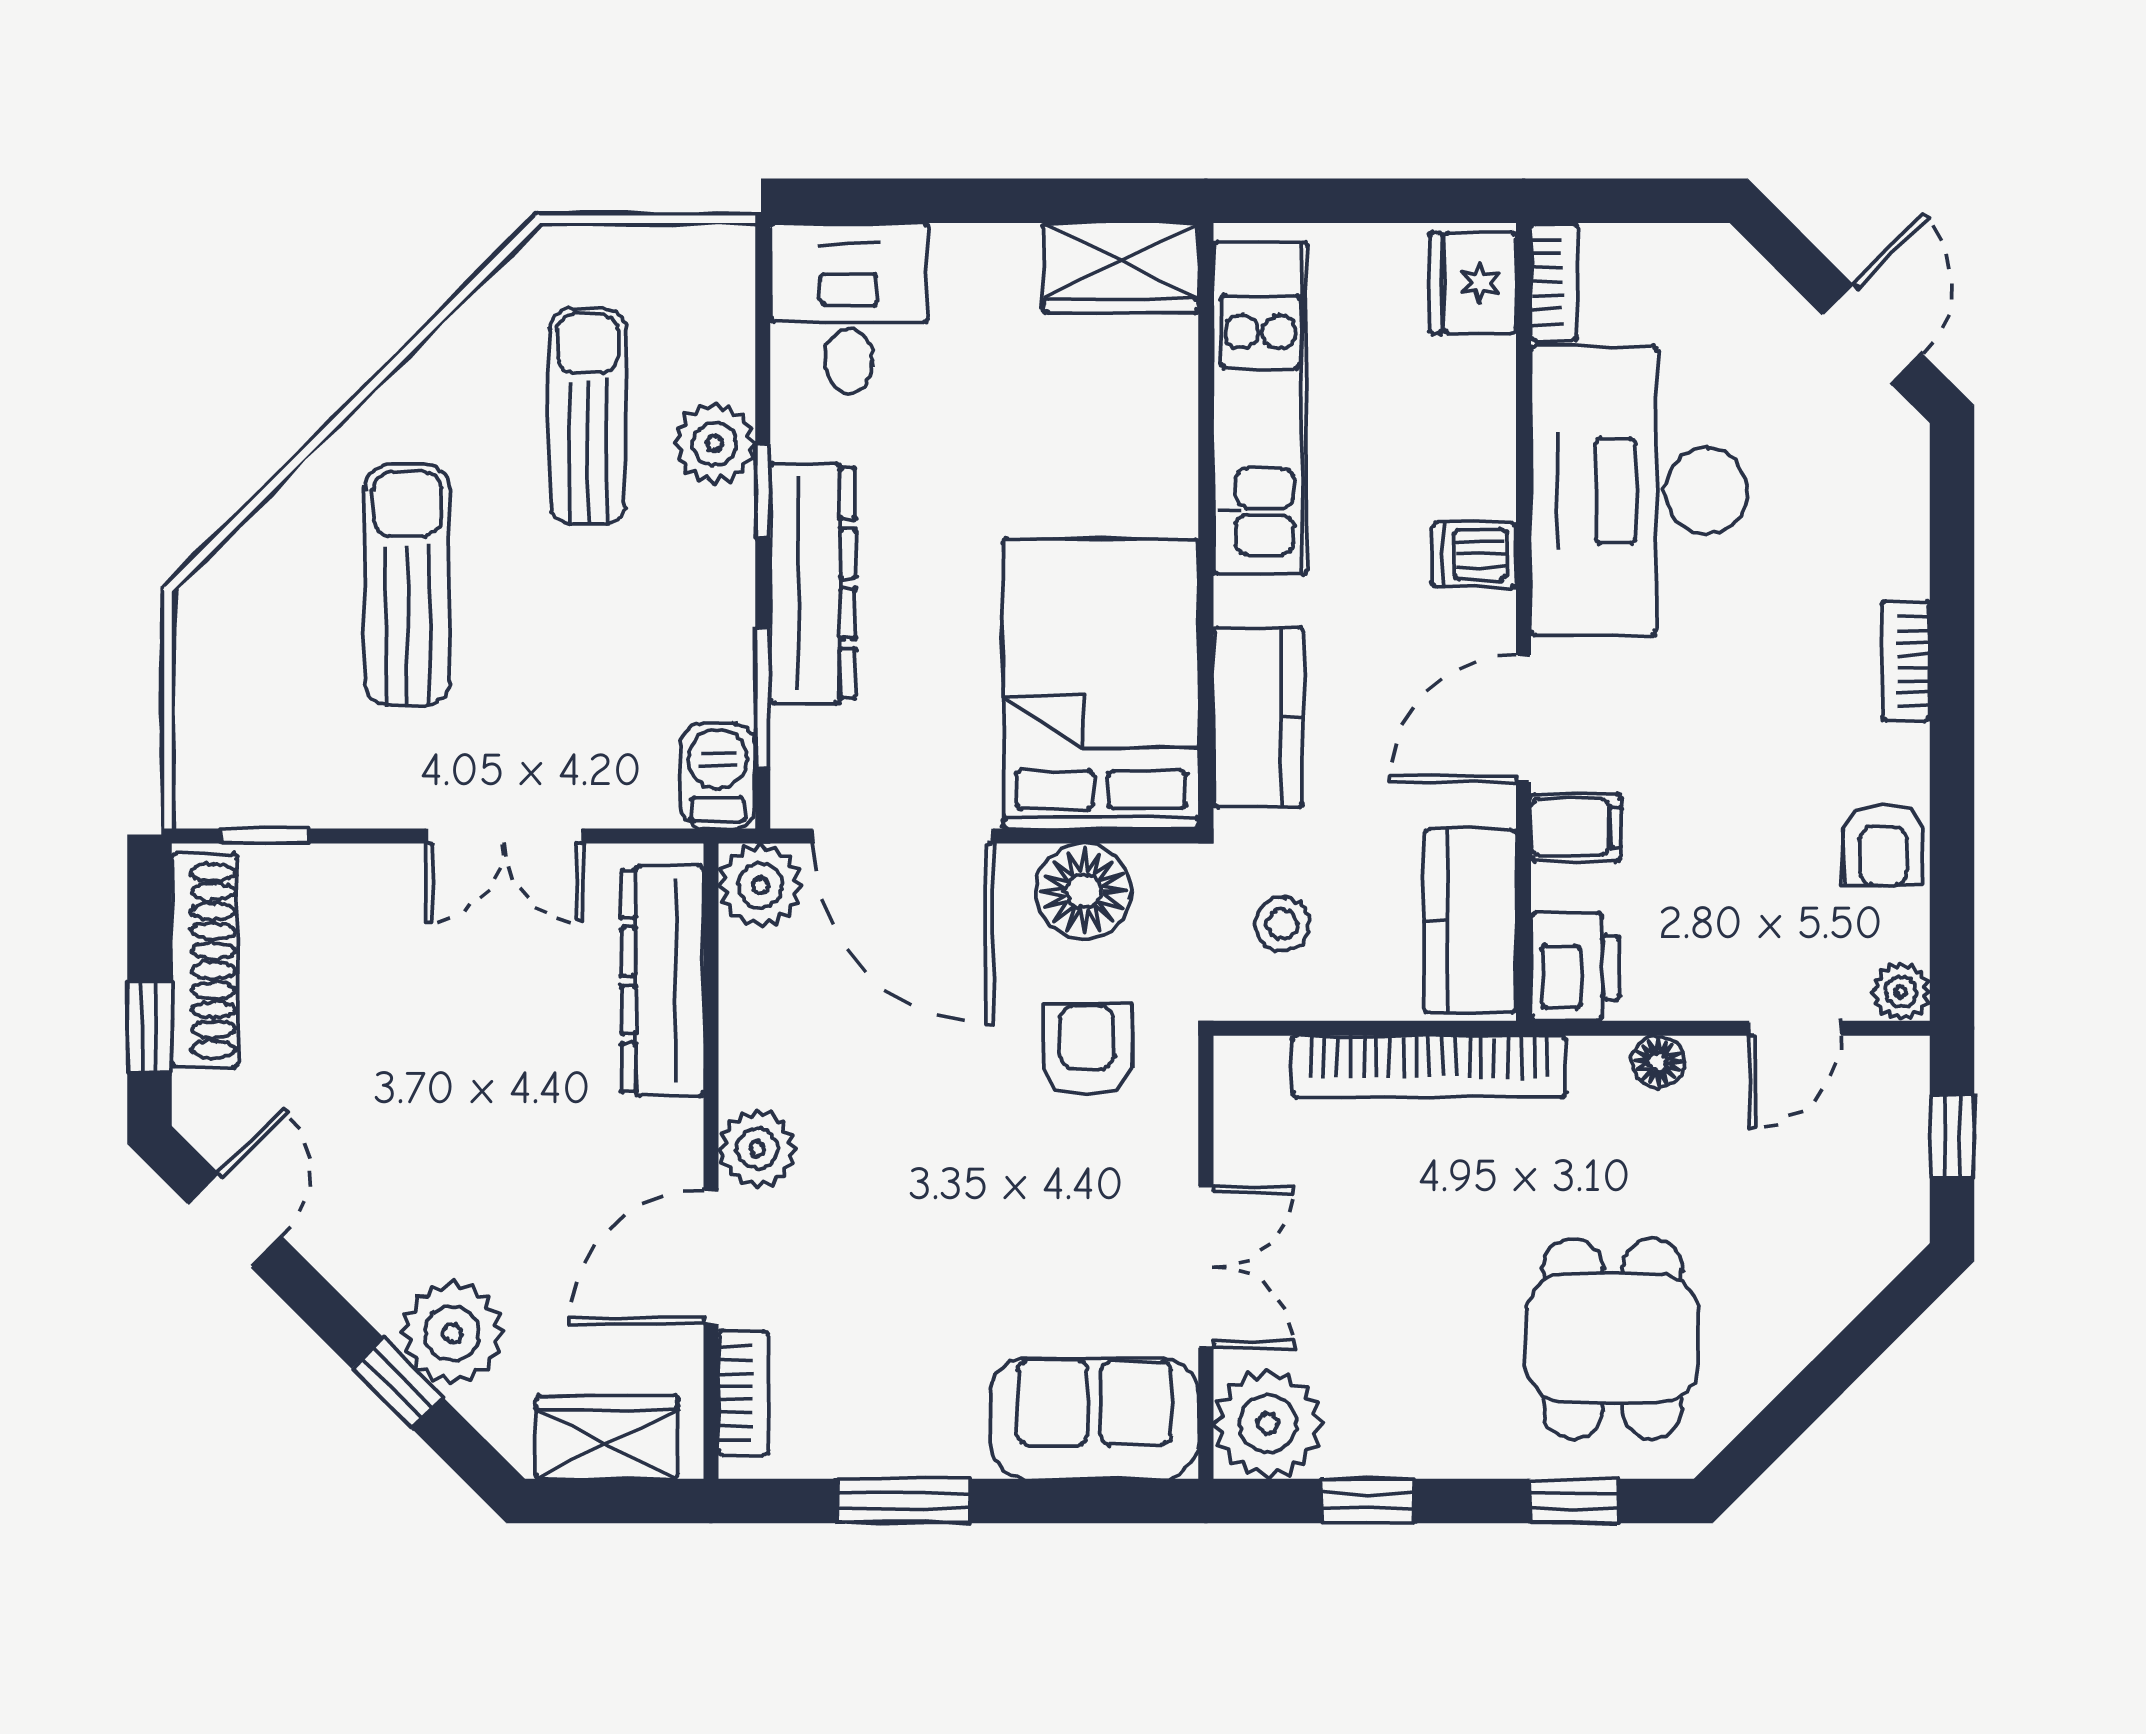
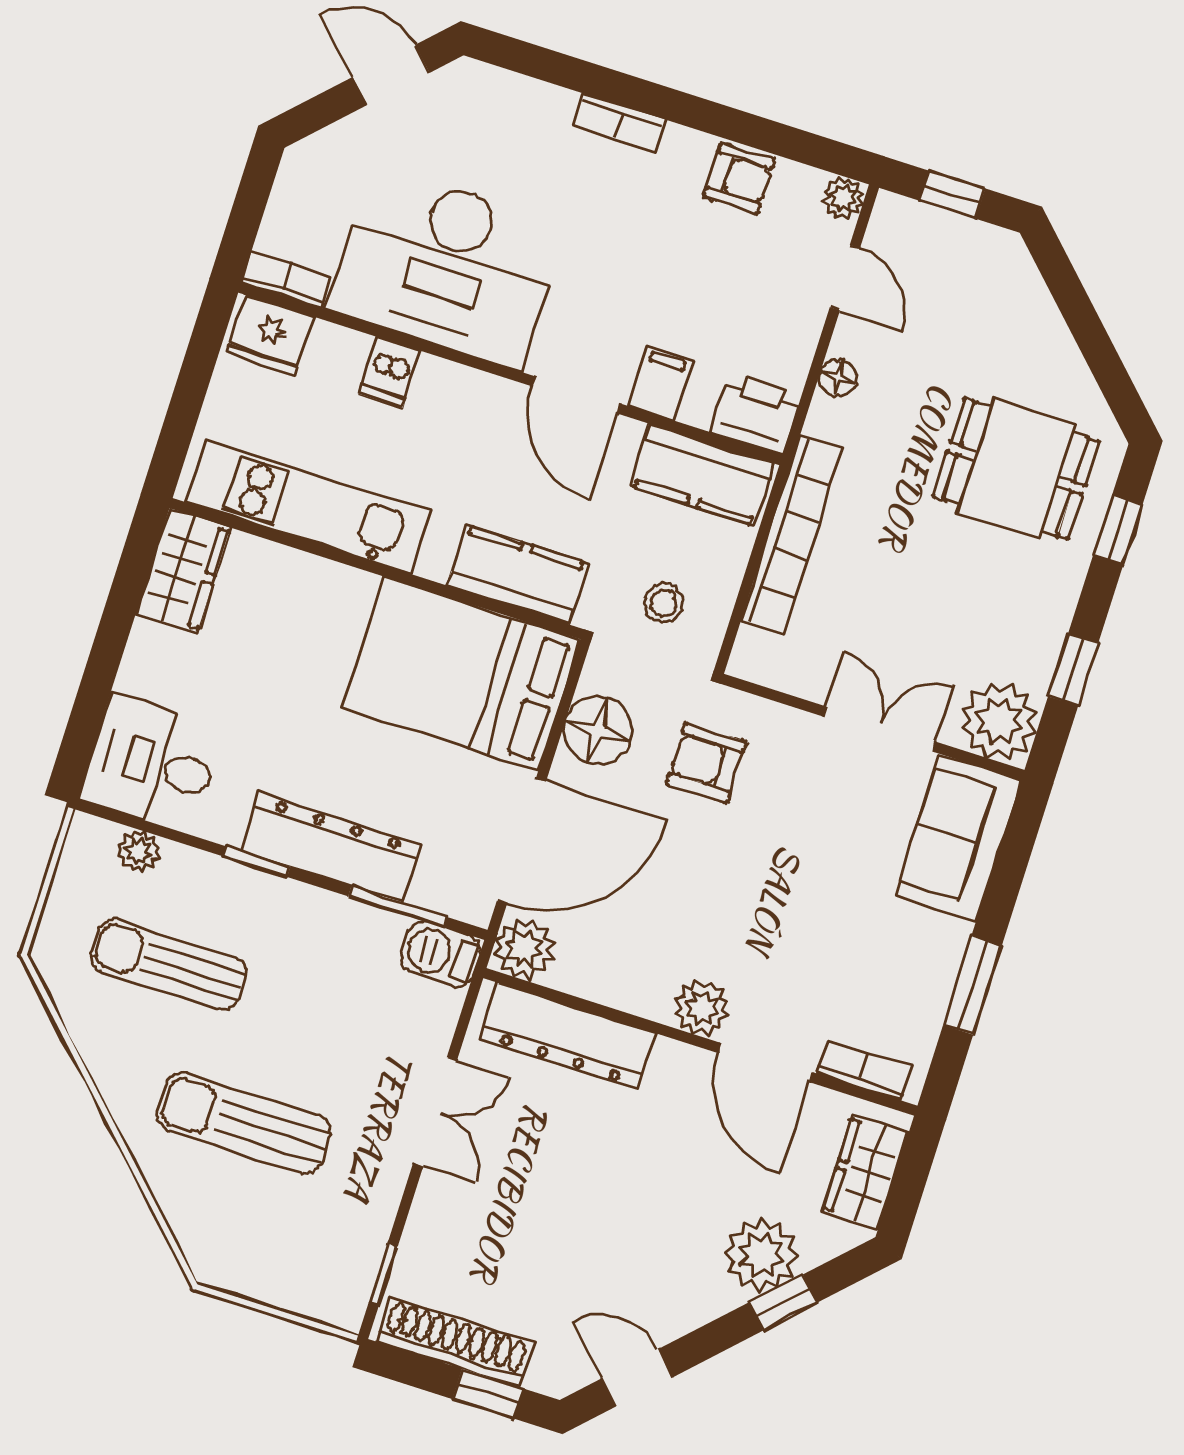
plant: (715, 444) -> (139, 852), moved, width x0.73, depth x0.73
dishwasher: (1474, 555) -> (389, 372), moved

